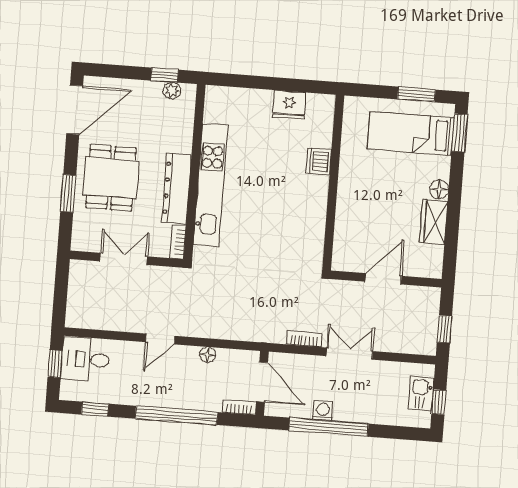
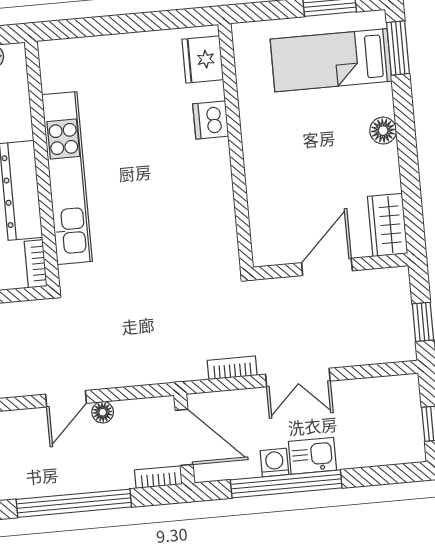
fridge: (289, 105) -> (203, 59), moved, turned 90
wardrobe: (434, 222) -> (388, 225), moved
door: (160, 339) -> (66, 399), moved
double door: (350, 354) -> (298, 378), swing flipped
kitchen sink: (421, 394) -> (312, 456), moved, turned 90

